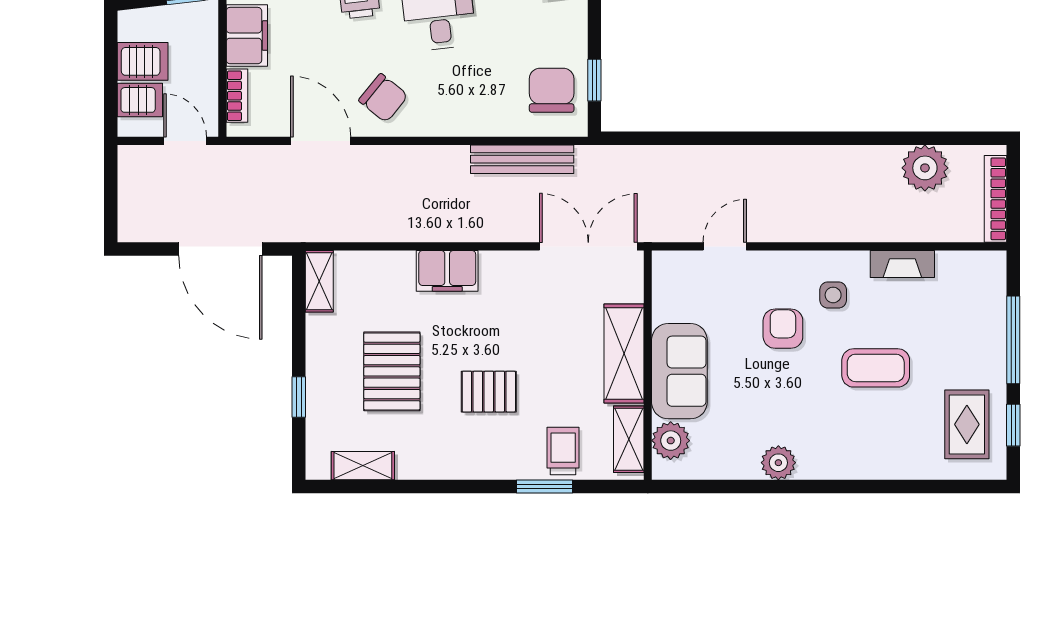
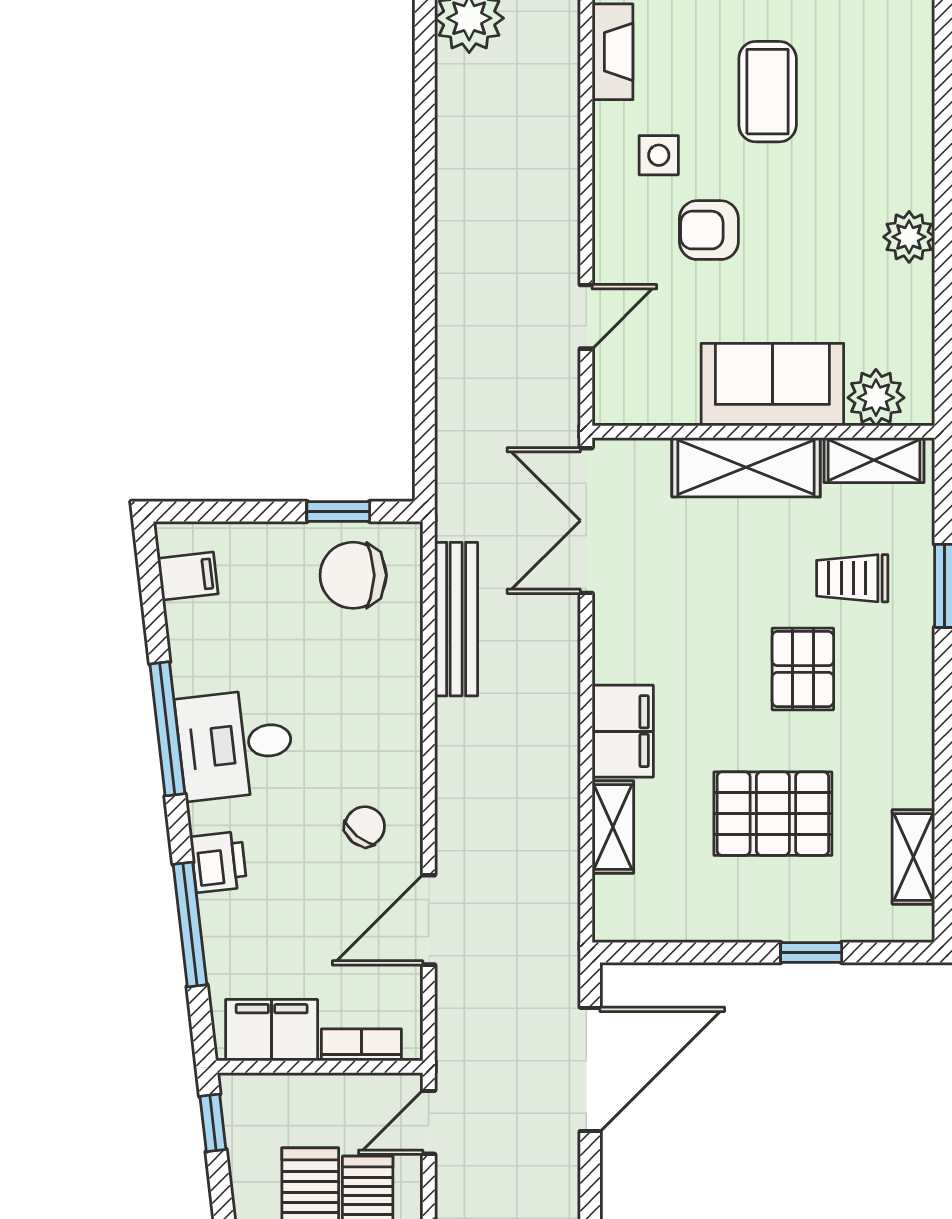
chair: (383, 98) -> (365, 826), width x0.73, depth x0.73
door: (725, 246) -> (586, 317), swing flipped
shelving: (319, 281) -> (613, 827), moved, turned 90
trolley: (563, 451) -> (852, 578), moved

